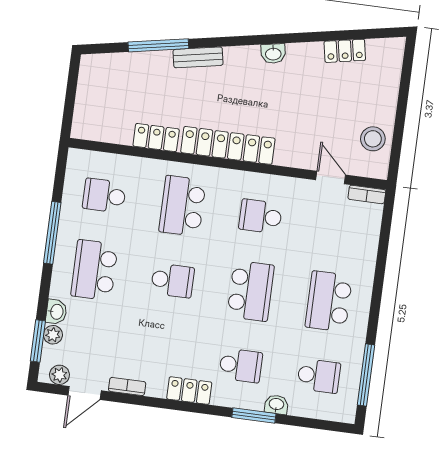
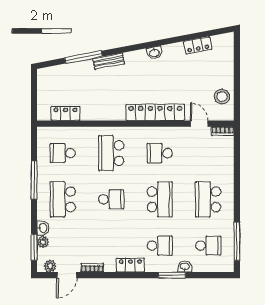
locker: (156, 138) -> (65, 114), moved
locker: (228, 145) -> (155, 113), moved

